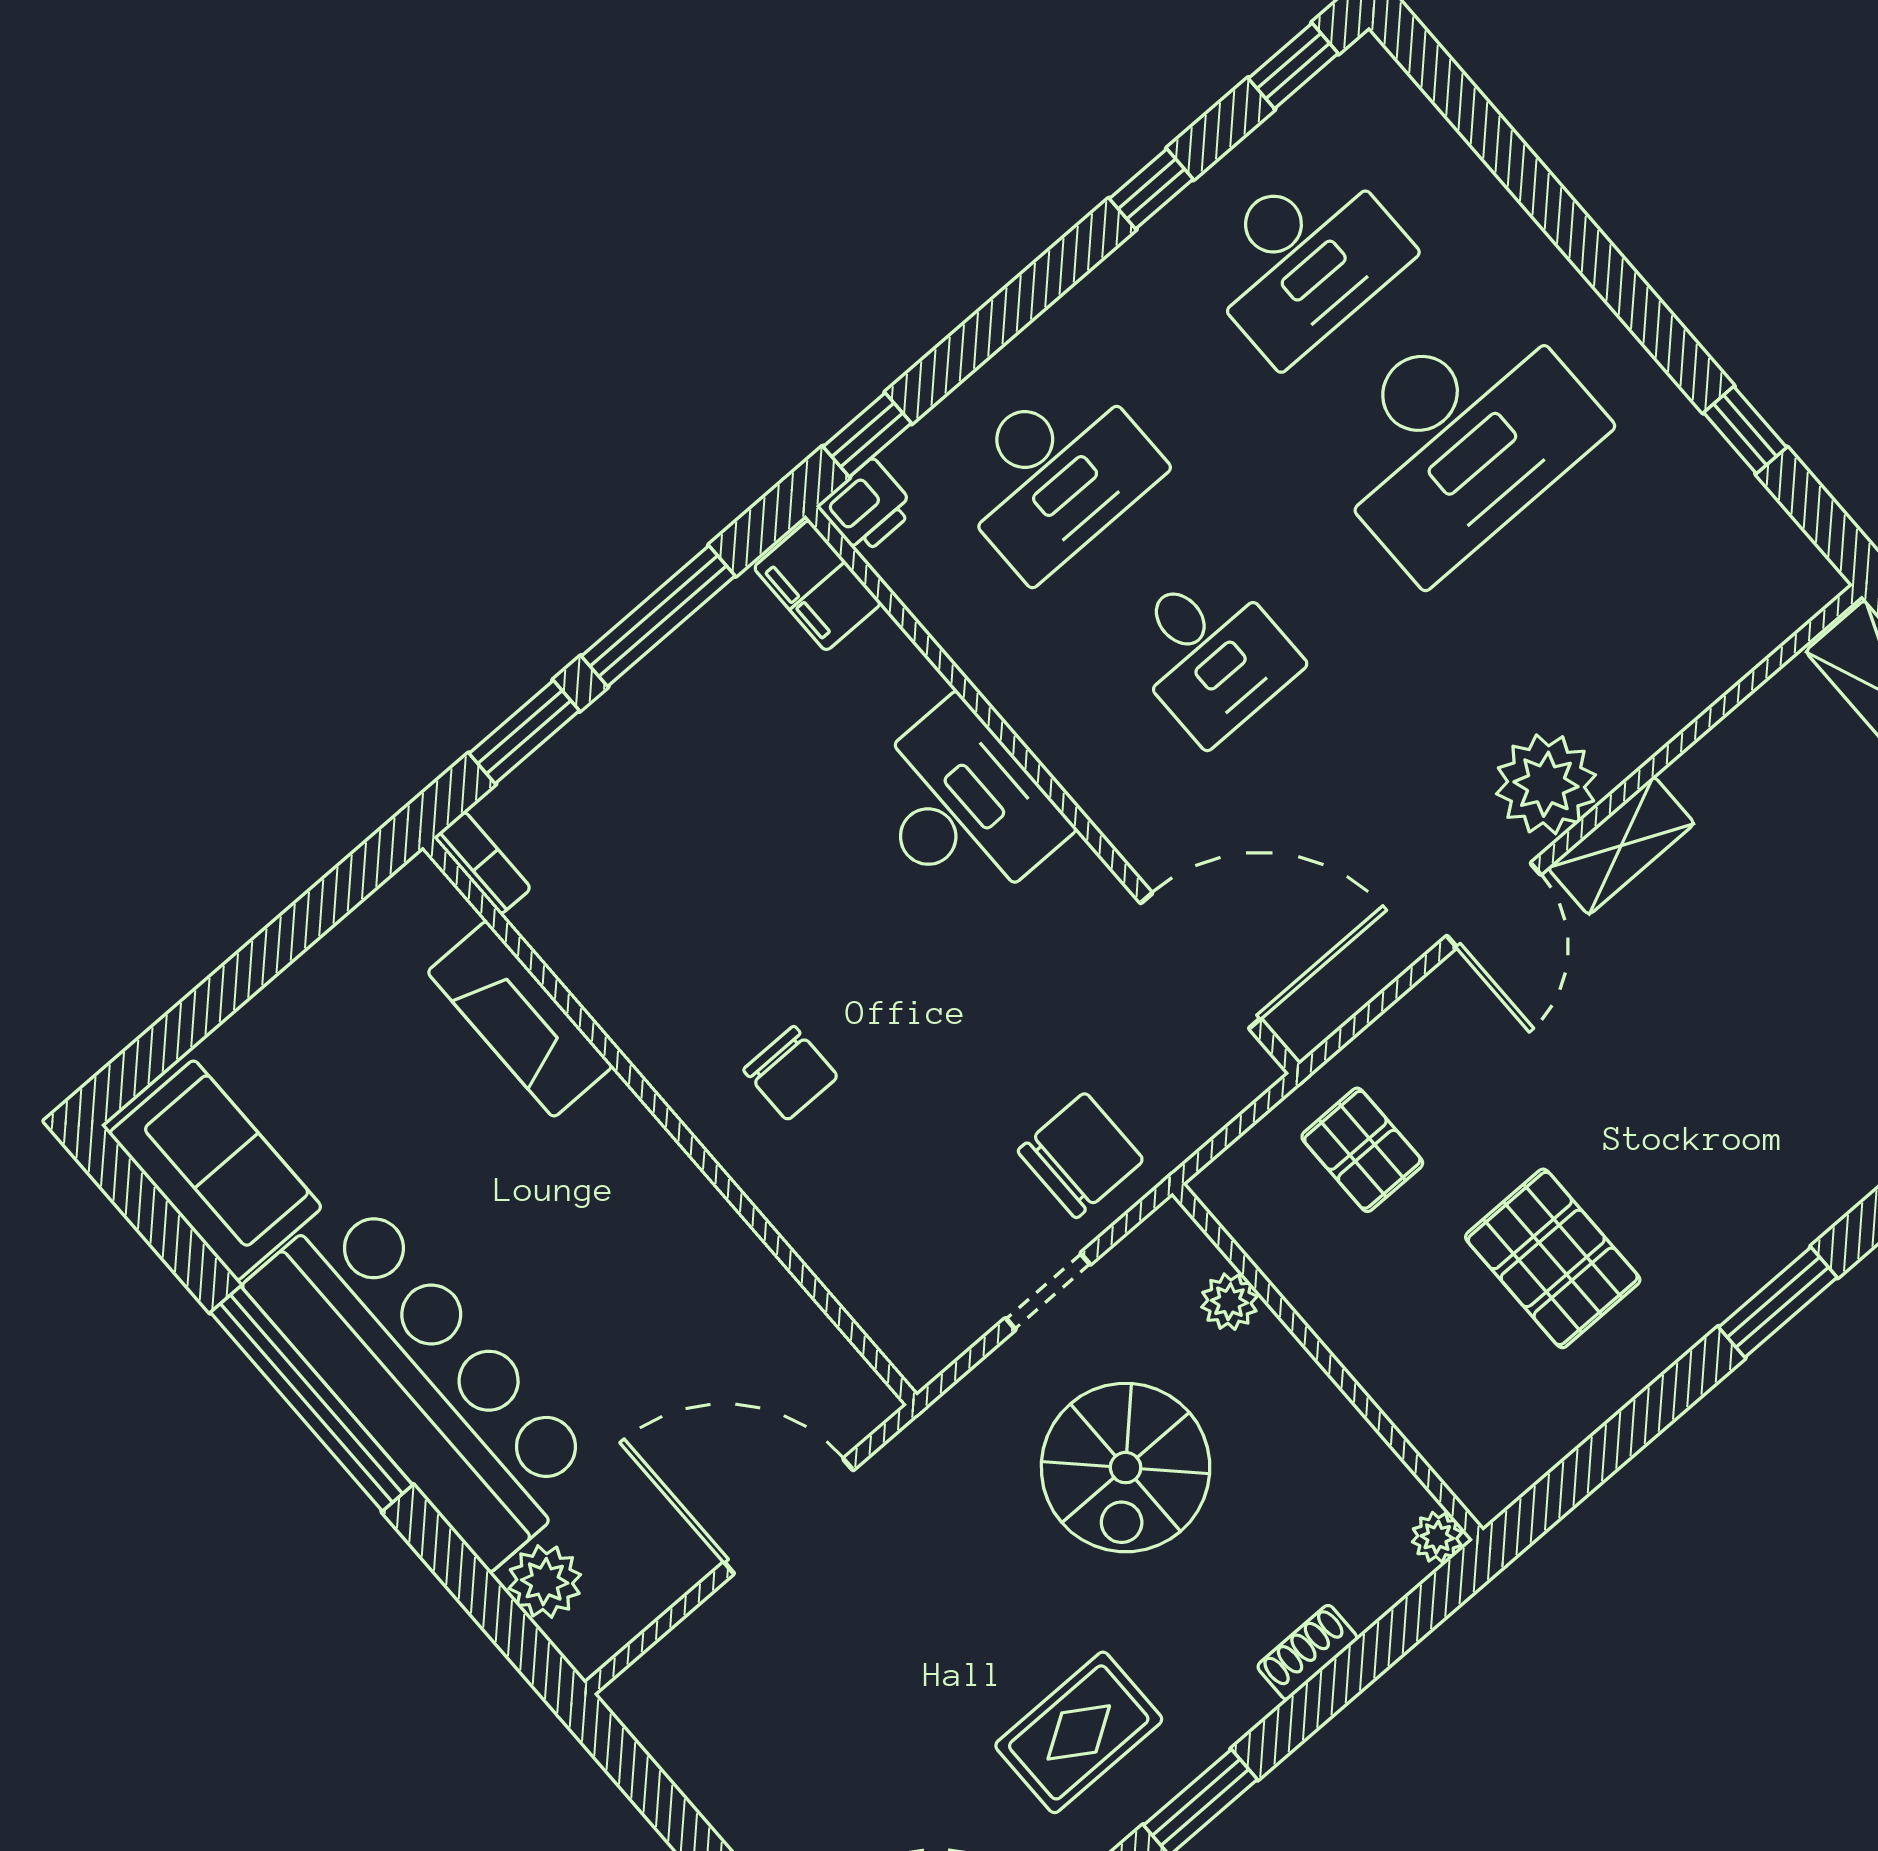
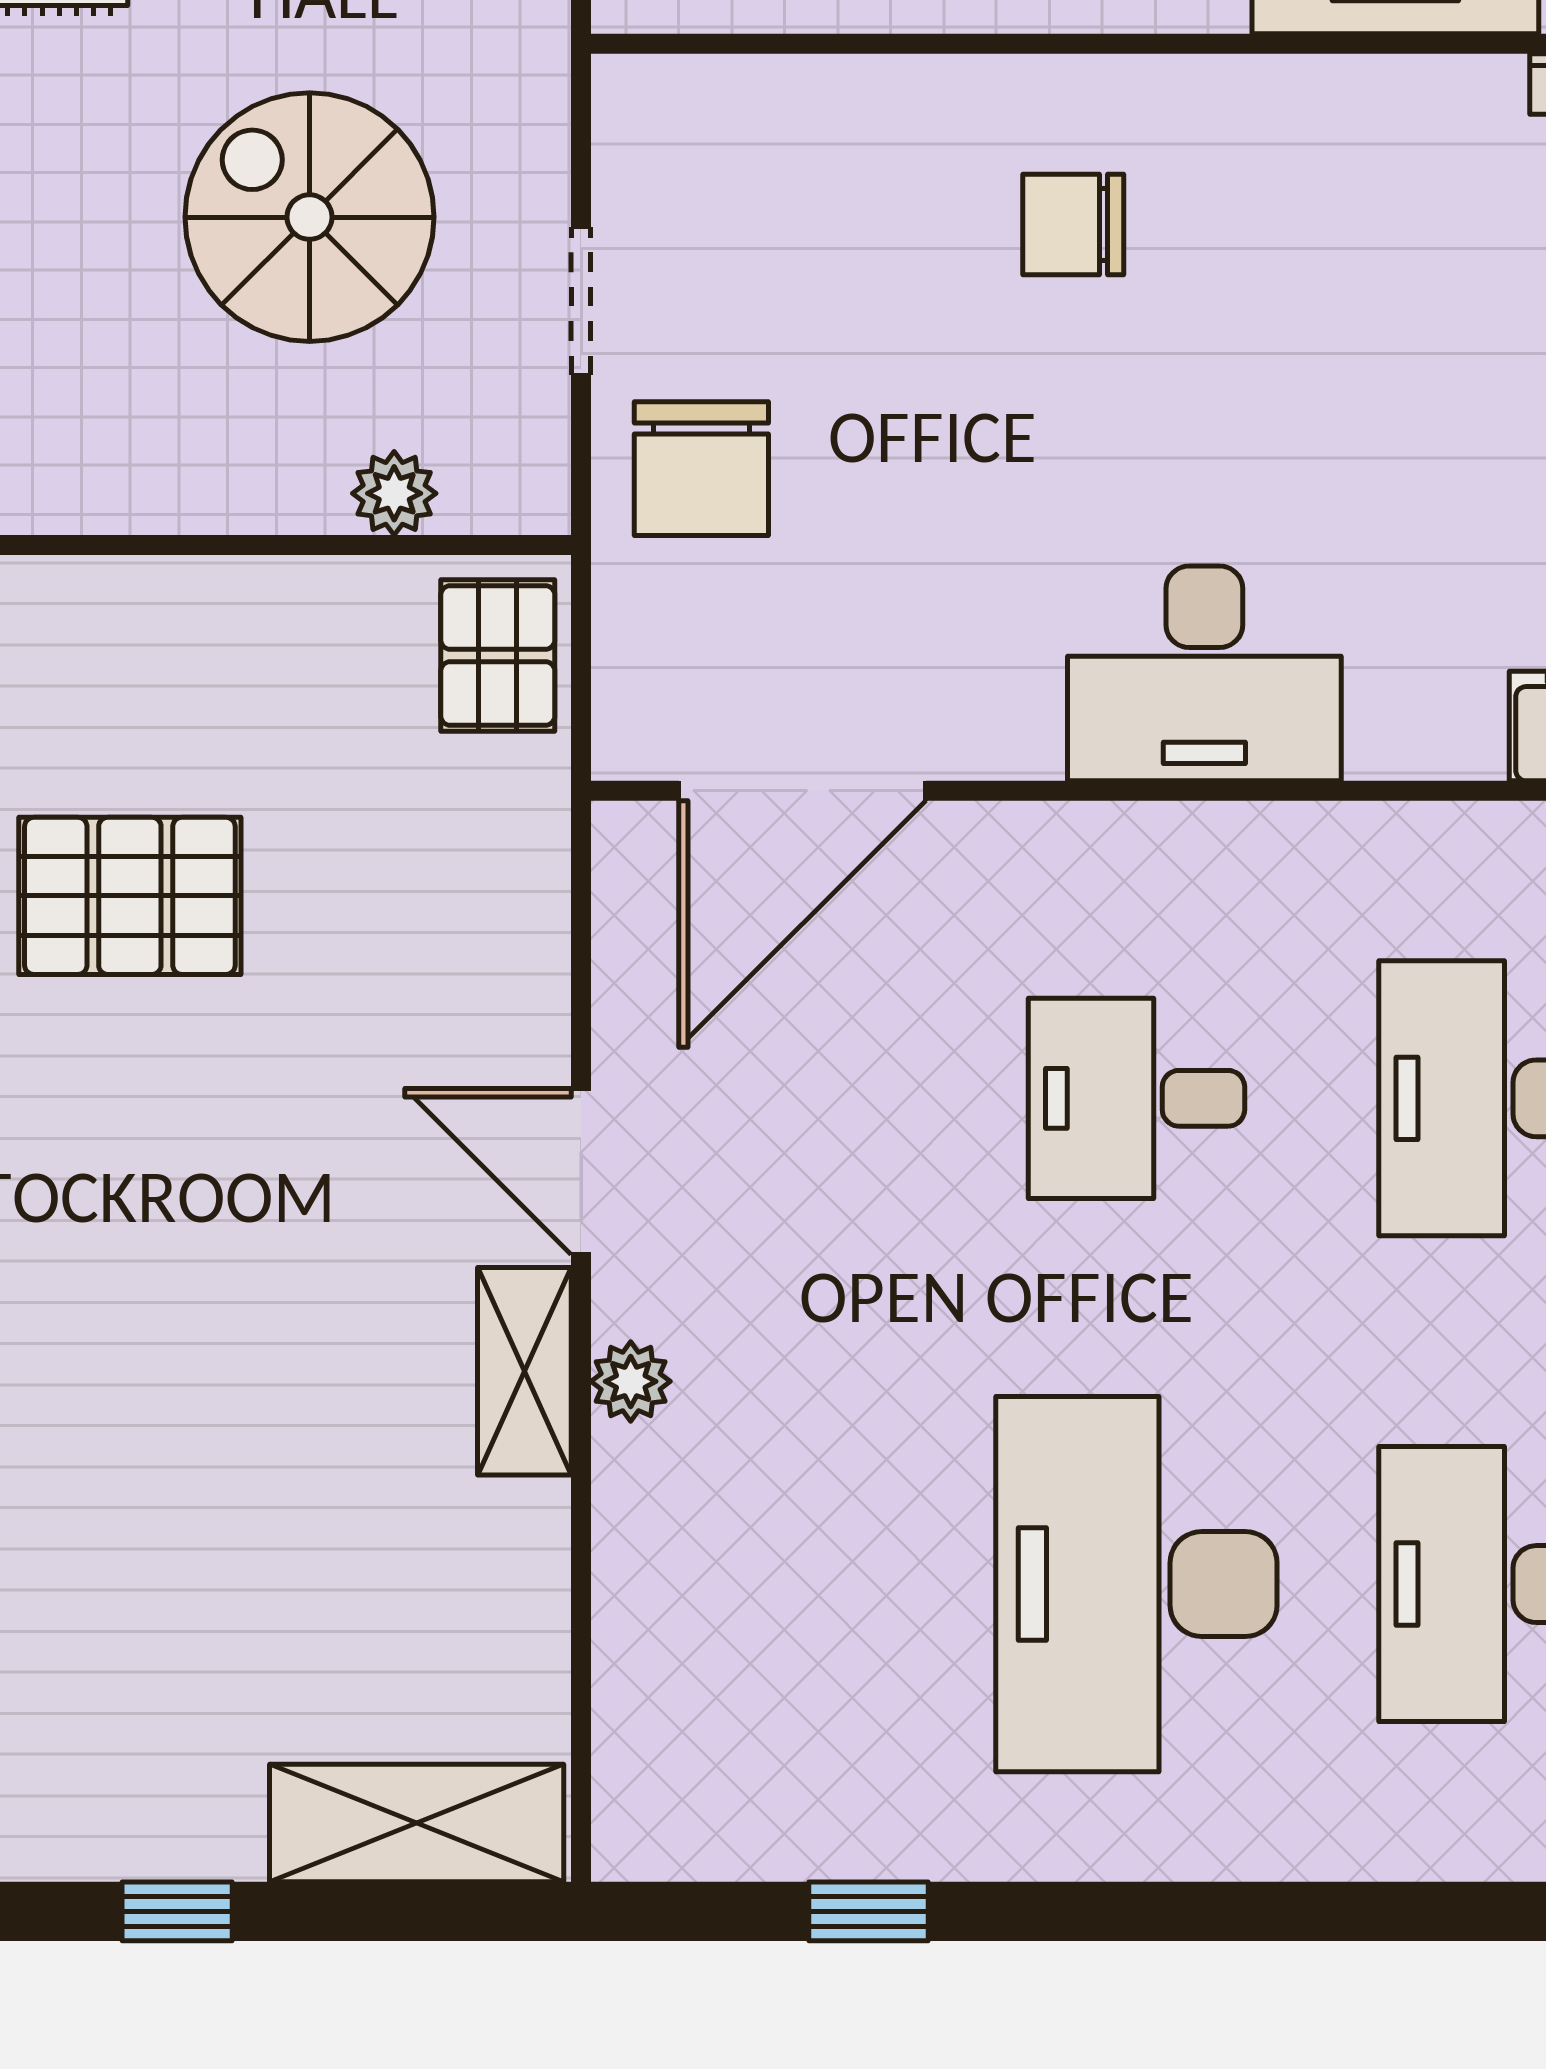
plant: (1546, 784) -> (631, 1381), width x0.53, depth x0.53
pallet: (1362, 1150) -> (498, 656), moved, turned 90

